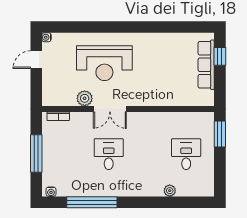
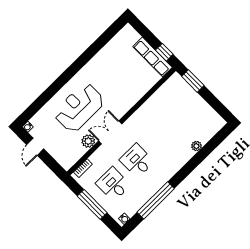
window: (220, 56) -> (164, 52), moved
reception desk: (104, 63) -> (79, 108), turned 180
row of seats: (206, 65) -> (153, 57), moved
double door: (110, 109) -> (110, 132), swing flipped
desk: (186, 154) -> (113, 184), moved

